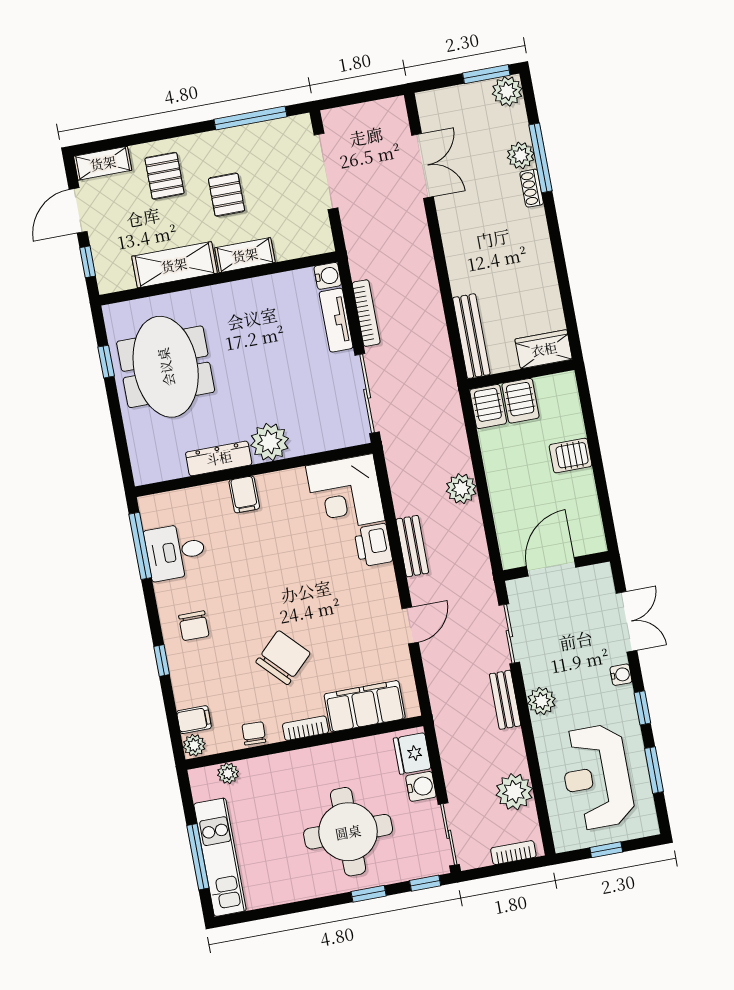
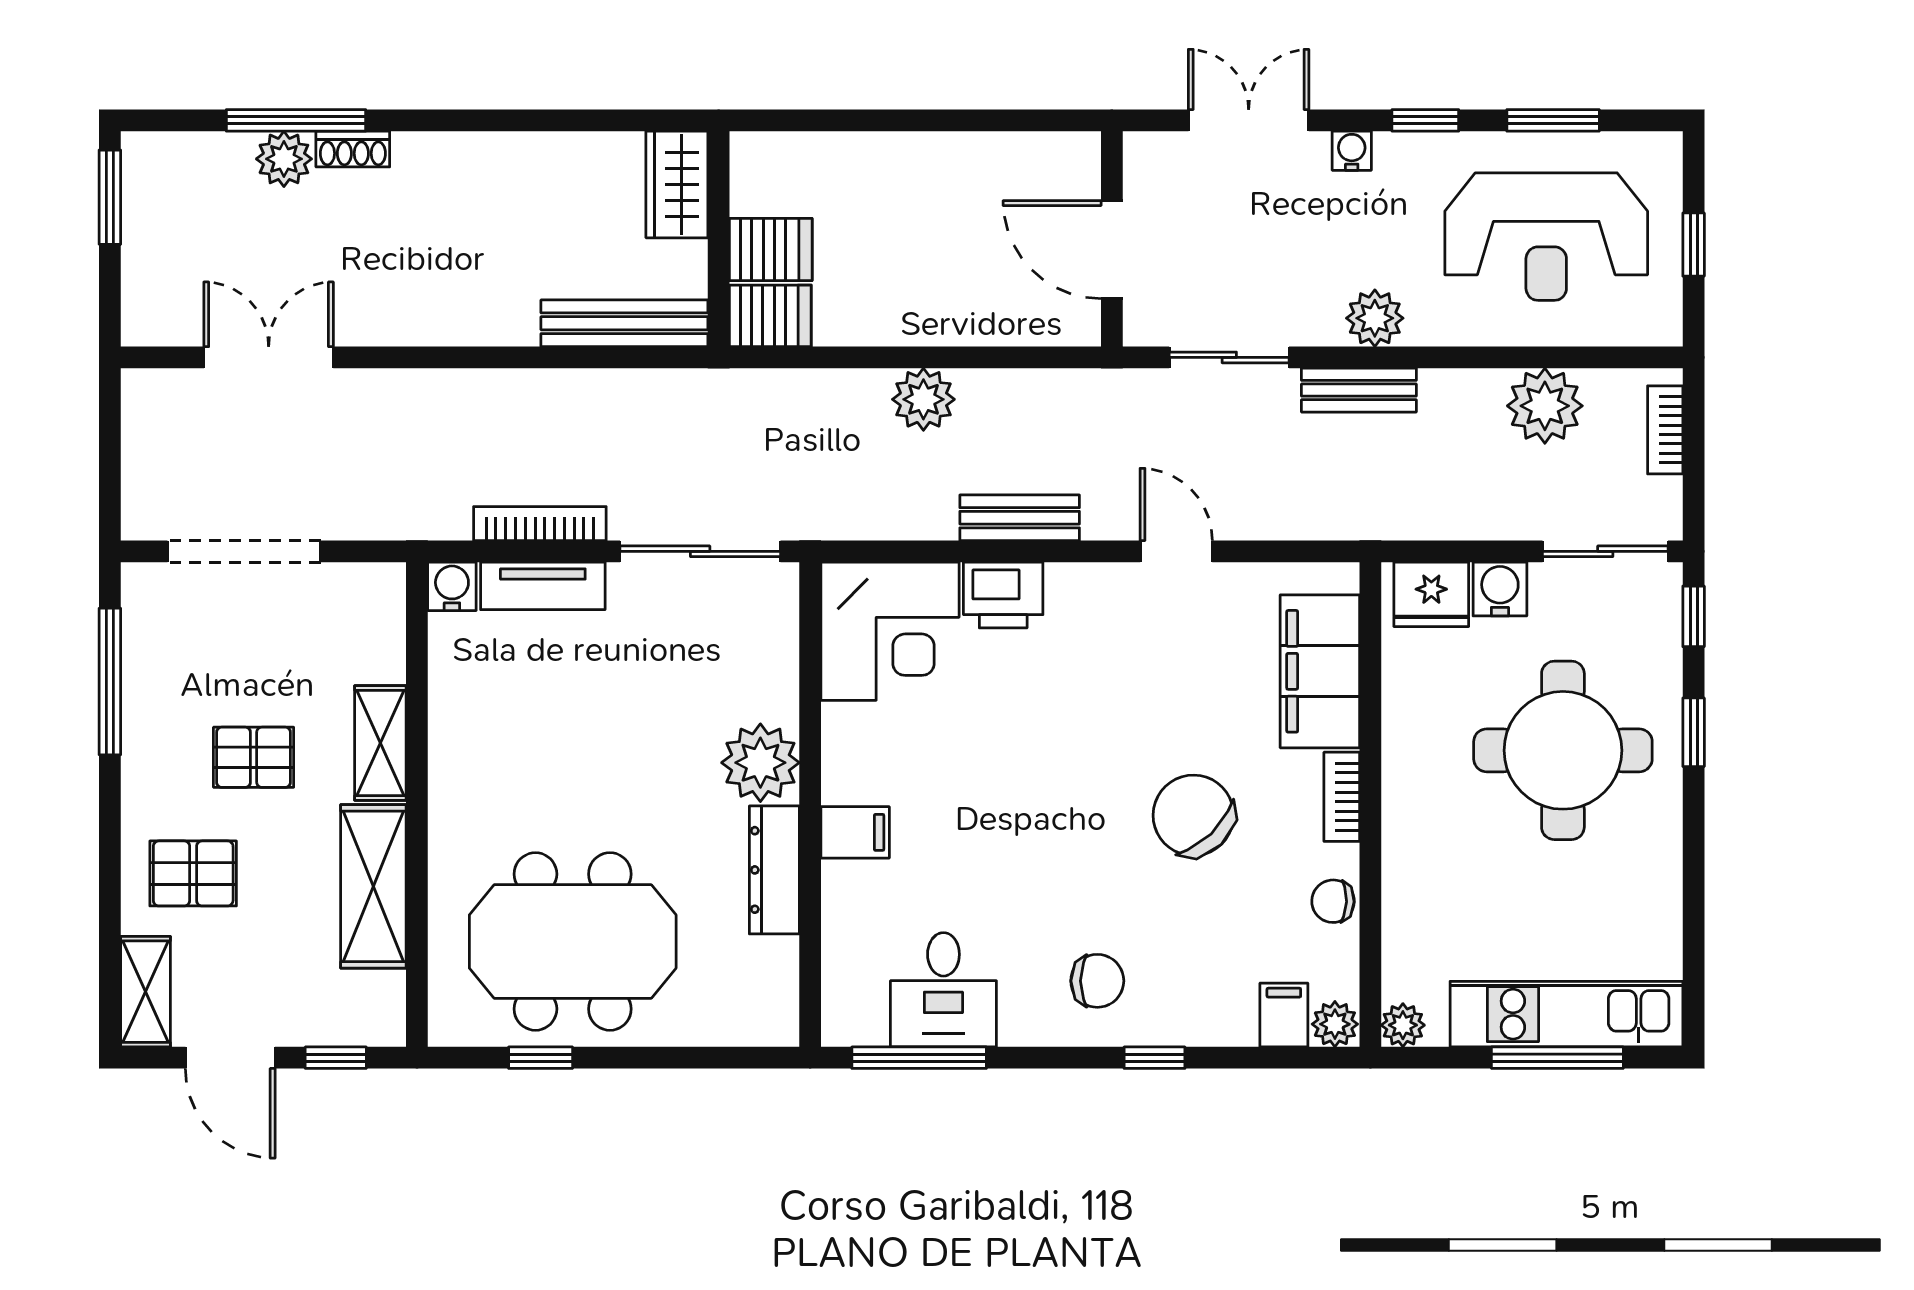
plant: (507, 91) -> (151, 162), removed
server rack: (571, 456) -> (898, 170), removed
plant: (228, 773) -> (1403, 1025), moved

